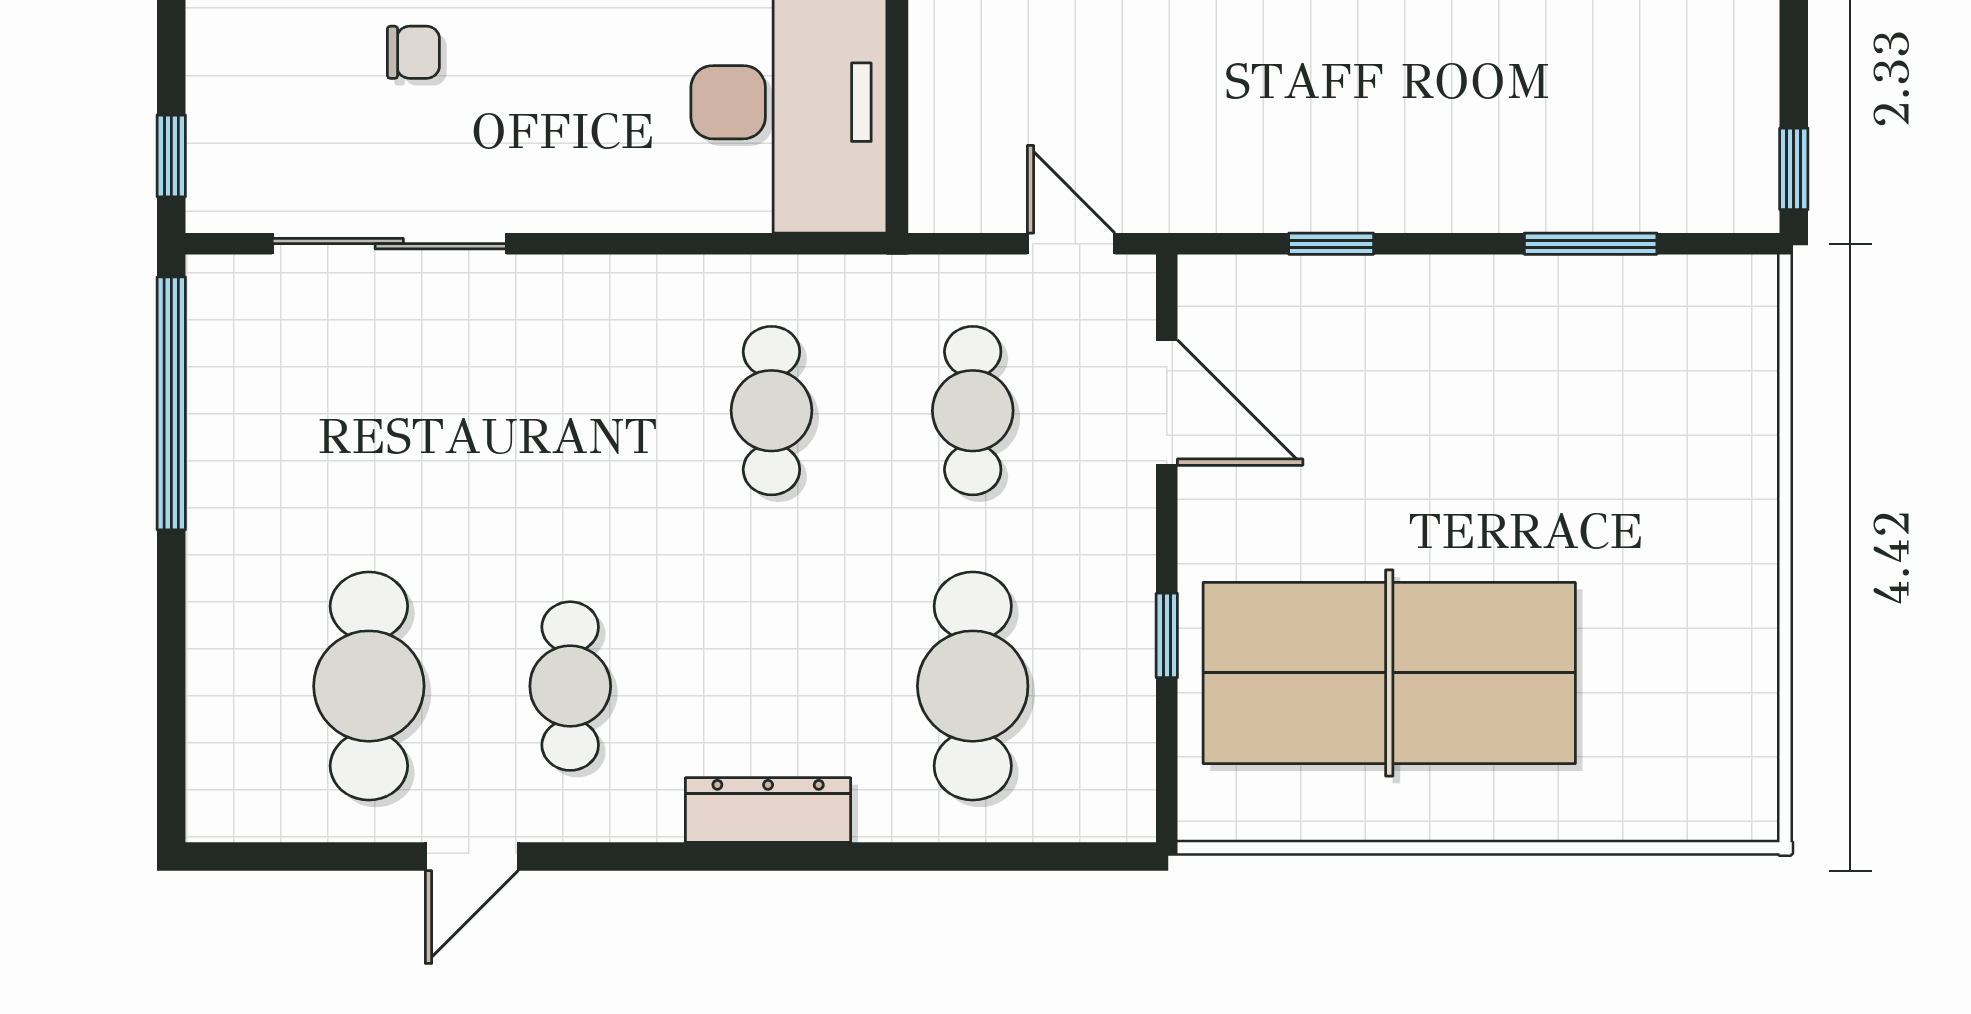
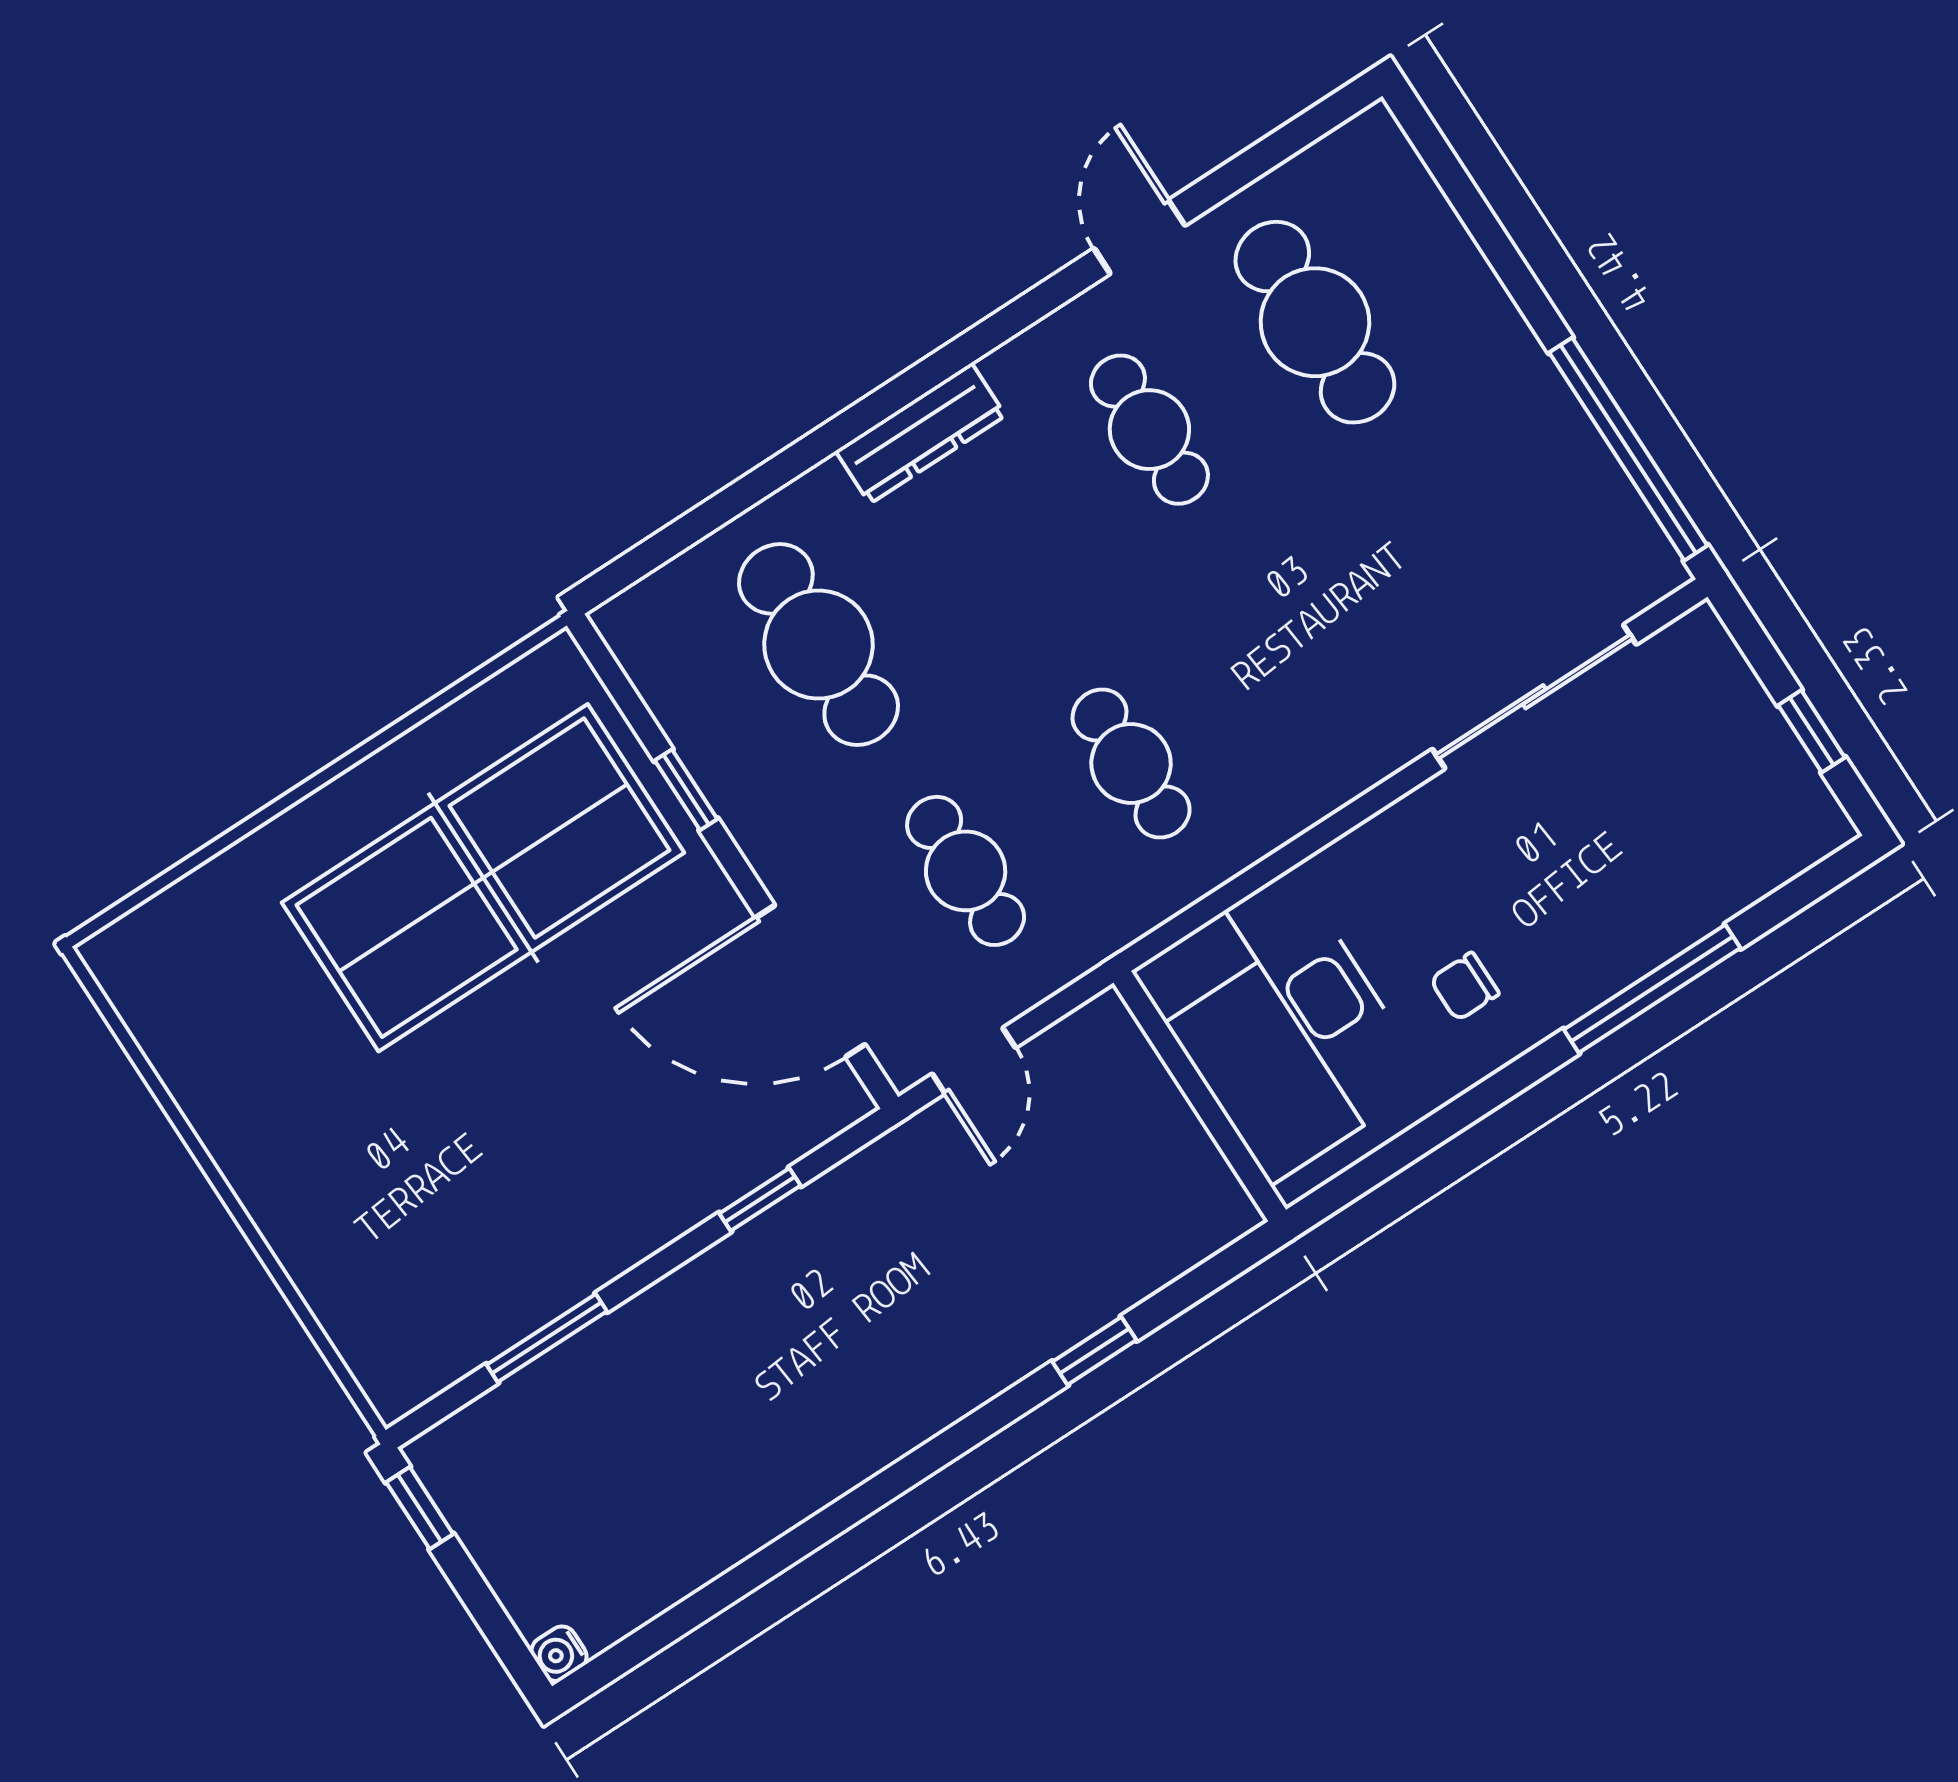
chair: (413, 52) -> (1465, 987), moved
window: (171, 156) -> (1812, 731), moved
door: (1071, 244) -> (974, 1061), hinge flipped
door: (1167, 403) -> (810, 981), width x1.36

